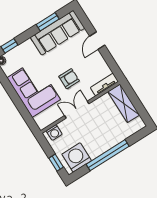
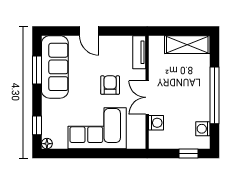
shelving: (124, 103) -> (187, 45), moved
washing machine: (54, 133) -> (156, 123), moved
washing machine: (77, 157) -> (203, 129), width x0.53, depth x0.53

